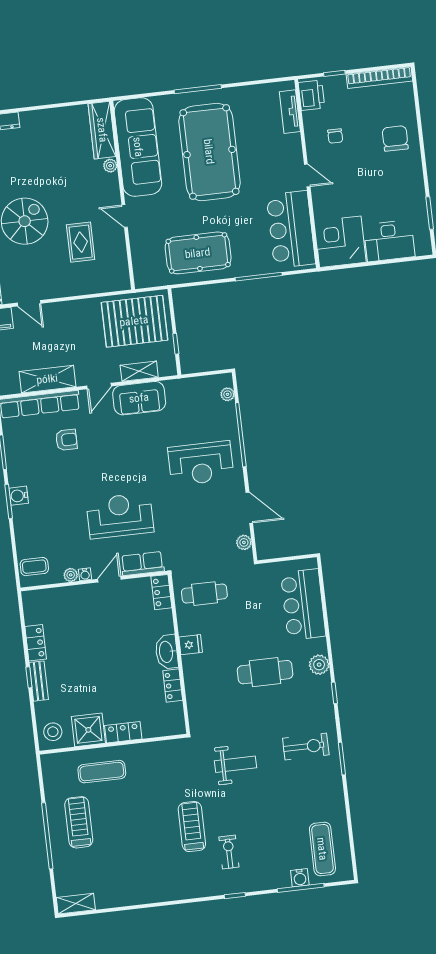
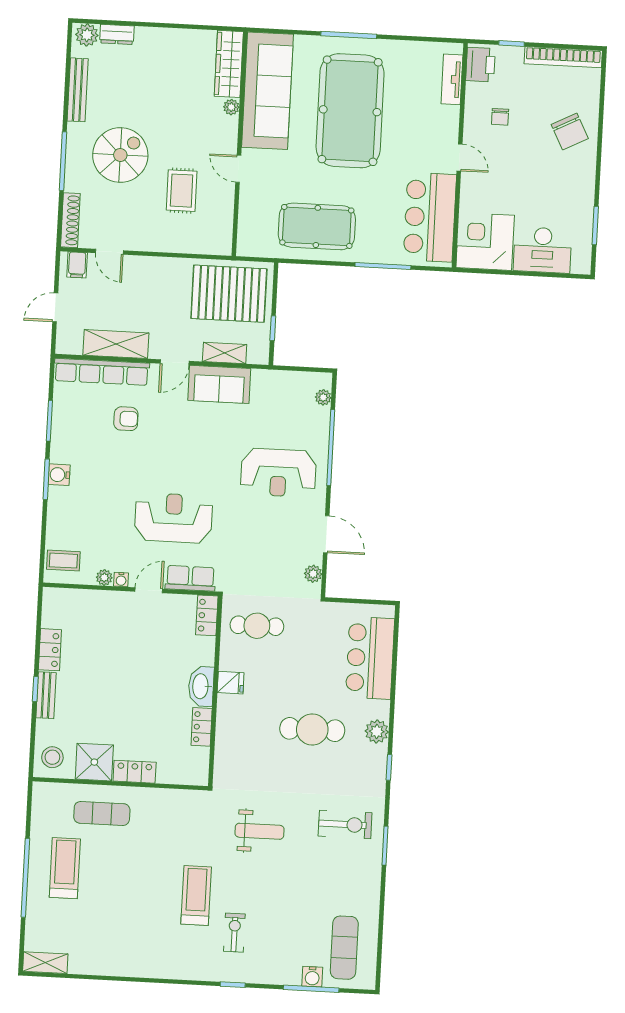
chair: (395, 138) -> (570, 132), turned 153

